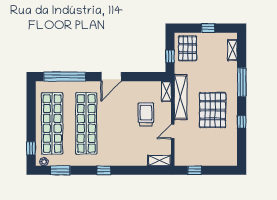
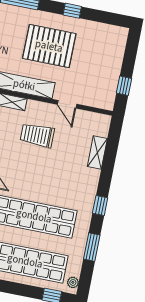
shelving: (159, 161) -> (97, 152), moved
window: (60, 170) -> (92, 247), moved

